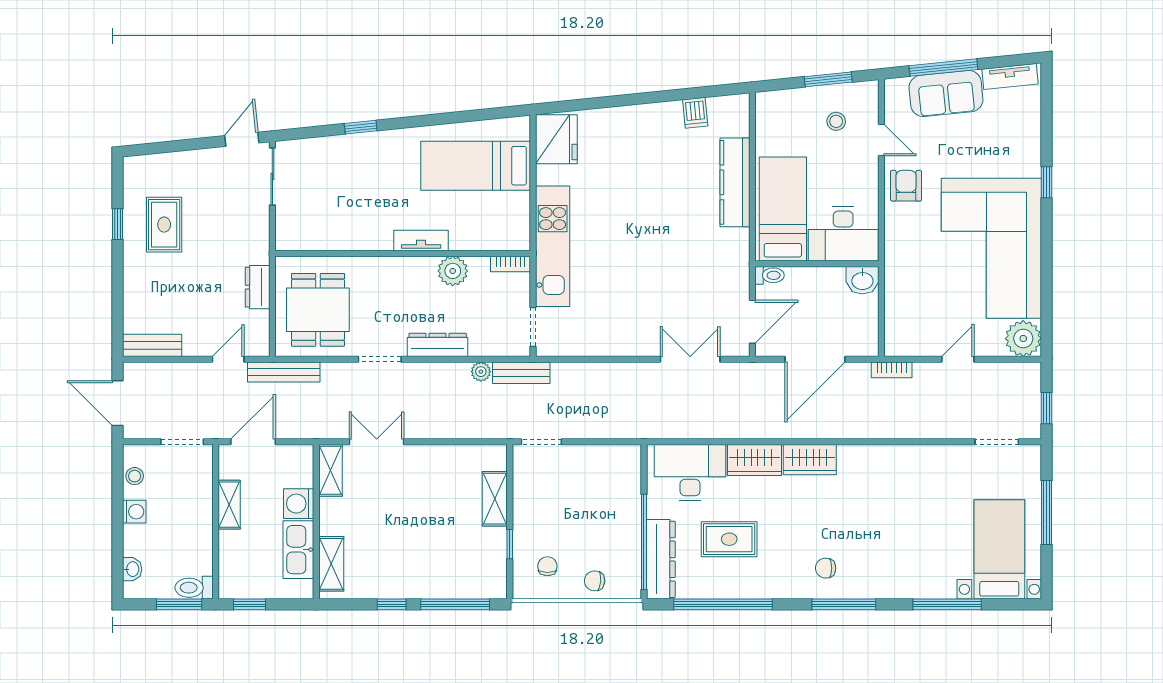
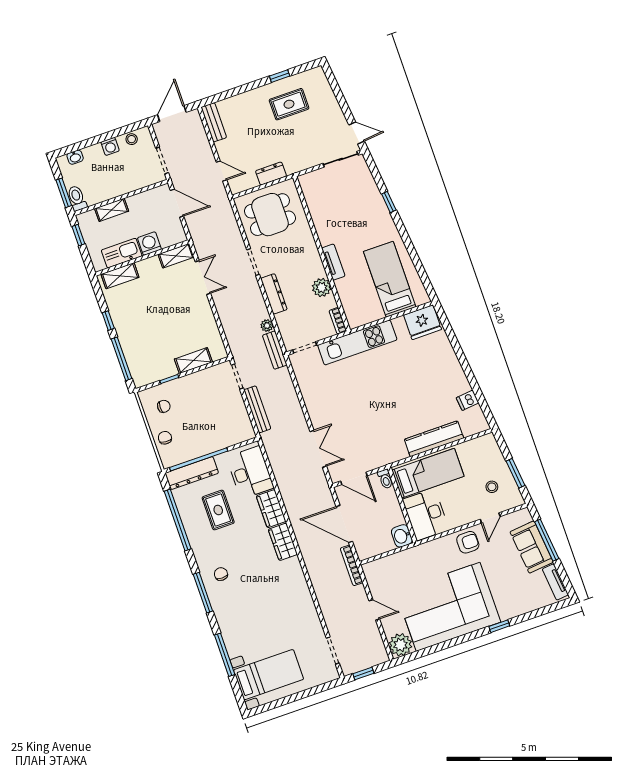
bookcase: (892, 370) -> (352, 565), width x1.56
bench: (284, 372) -> (257, 409), moved
shelving: (229, 505) -> (112, 210), moved
window: (1047, 512) -> (301, 695), removed

